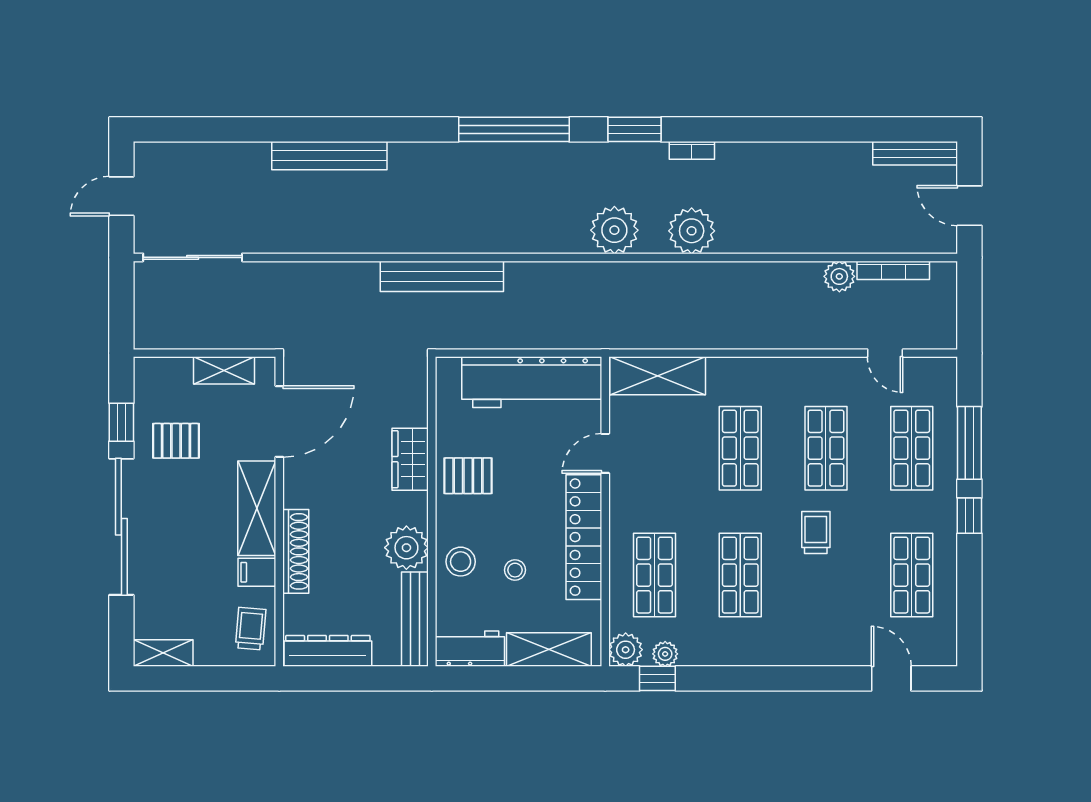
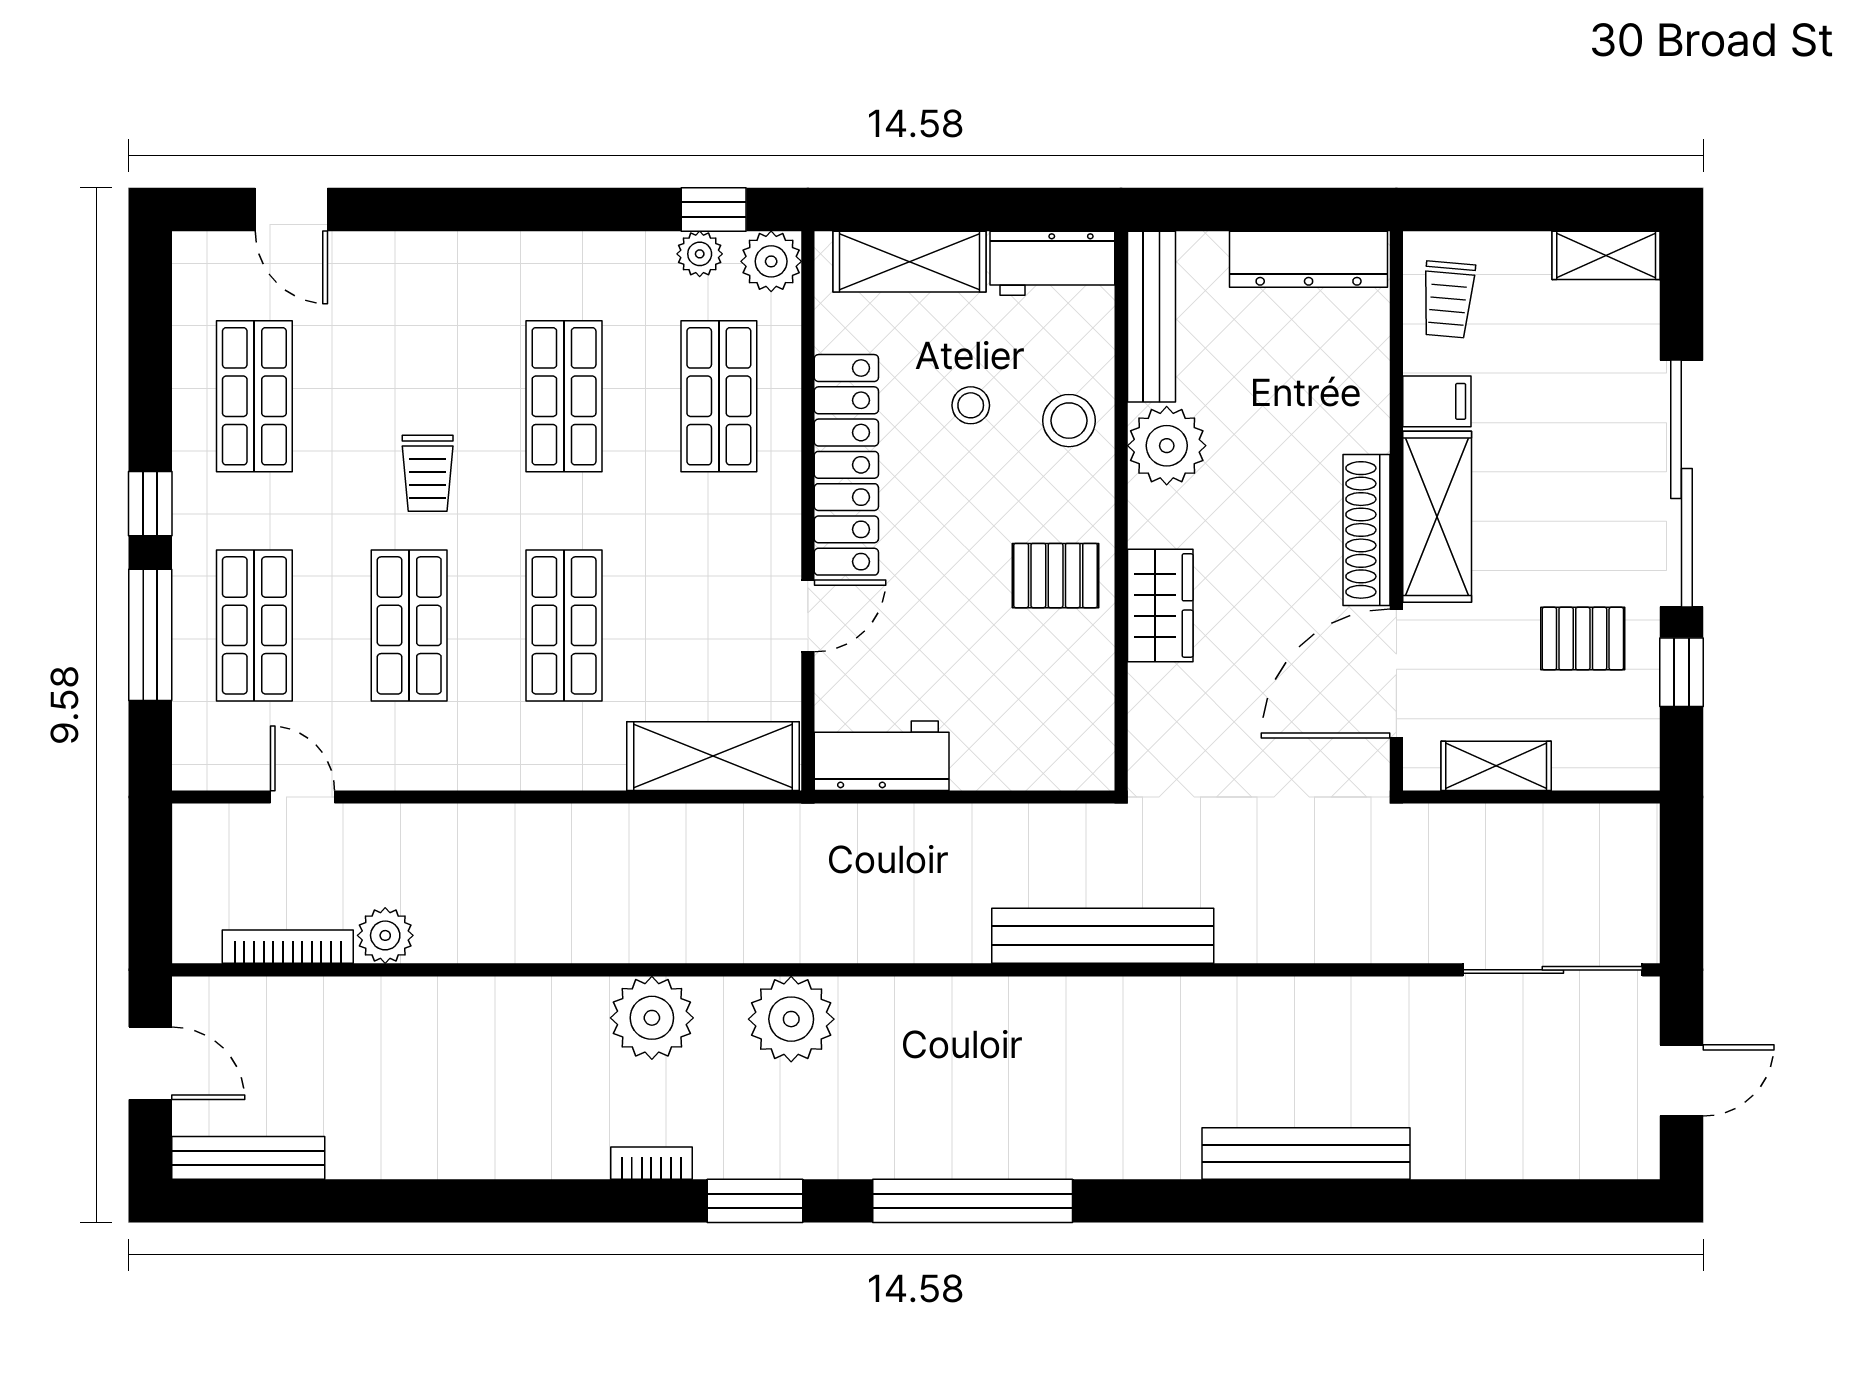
workbench: (532, 382) -> (882, 756), width x0.53, depth x0.76
shoe rack: (296, 551) -> (1367, 530), moved

